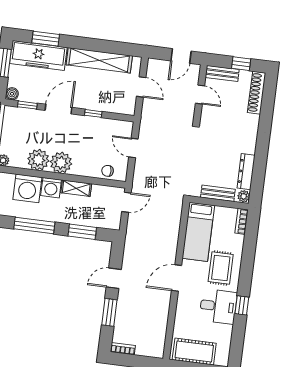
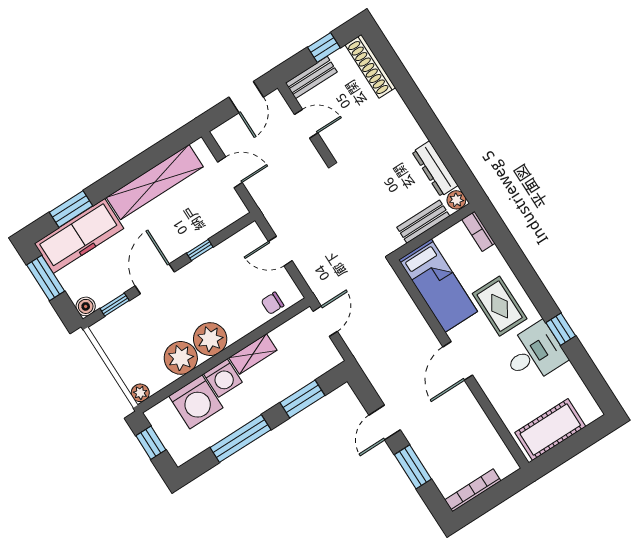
bookcase: (123, 349) -> (473, 490), width x1.56

